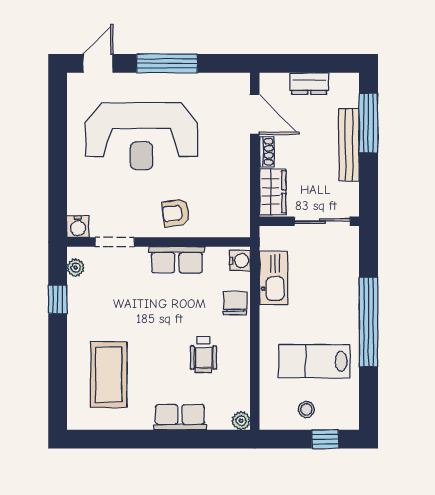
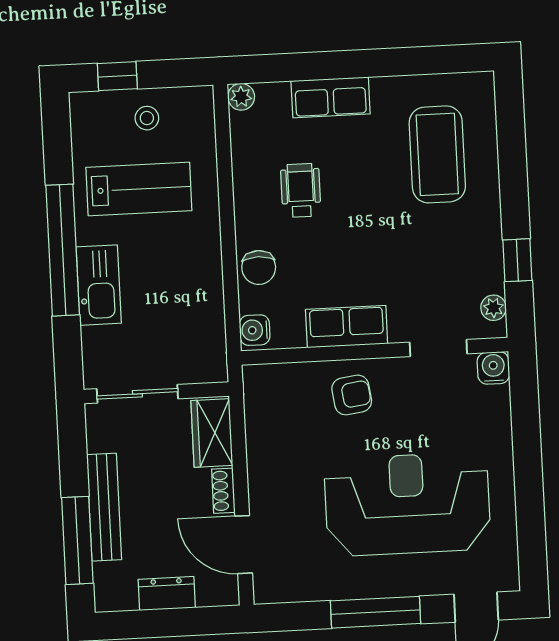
kitchen sink: (274, 278) -> (99, 285), moved, turned 180

